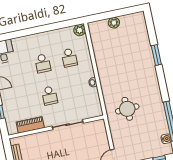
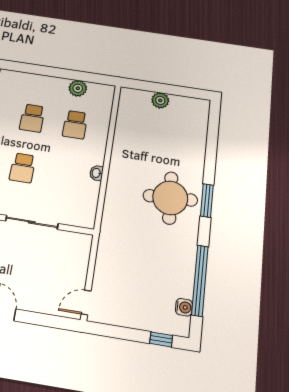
plant: (80, 30) -> (78, 88), moved
window: (156, 55) -> (207, 200), moved
round table: (127, 109) -> (170, 198), moved, width x1.36, depth x1.36

